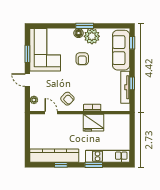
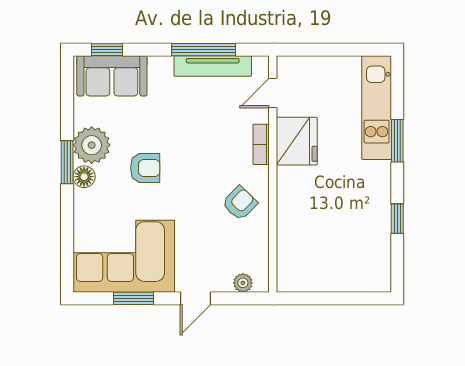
sofa: (121, 50) -> (112, 76), width x0.73
window: (132, 83) -> (204, 50), width x2.17
door: (51, 113) -> (273, 93), moved
kitchen counter: (54, 156) -> (375, 235), removed

